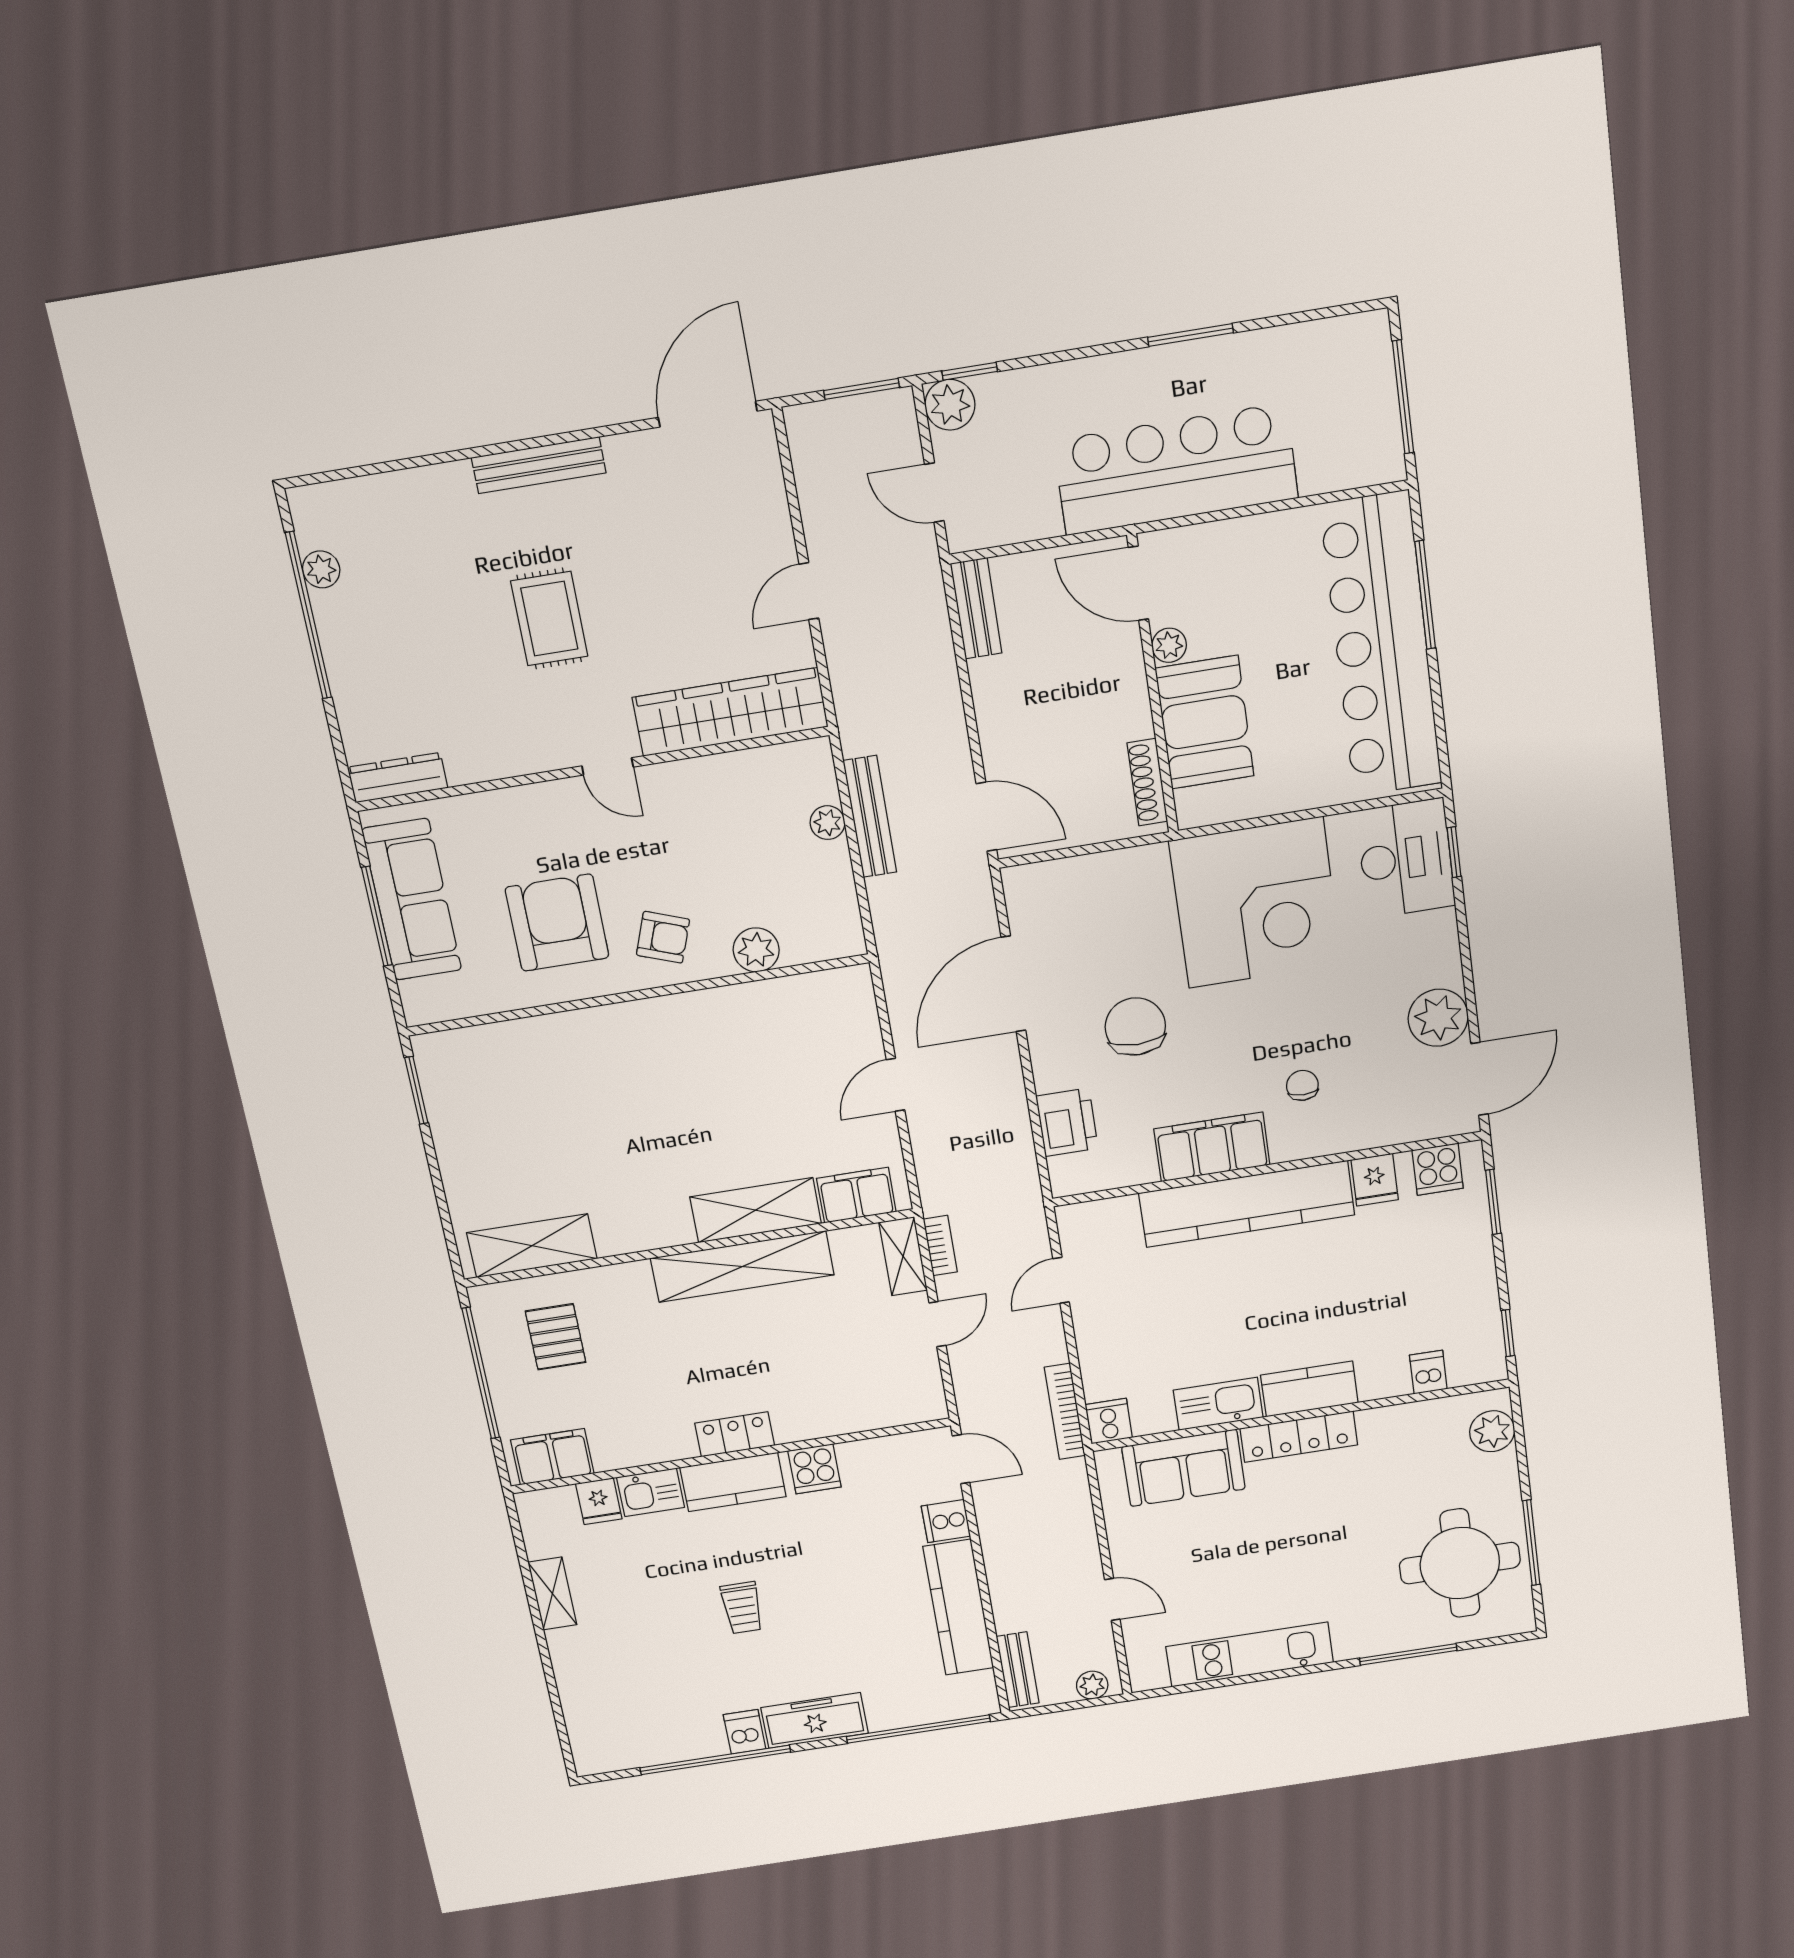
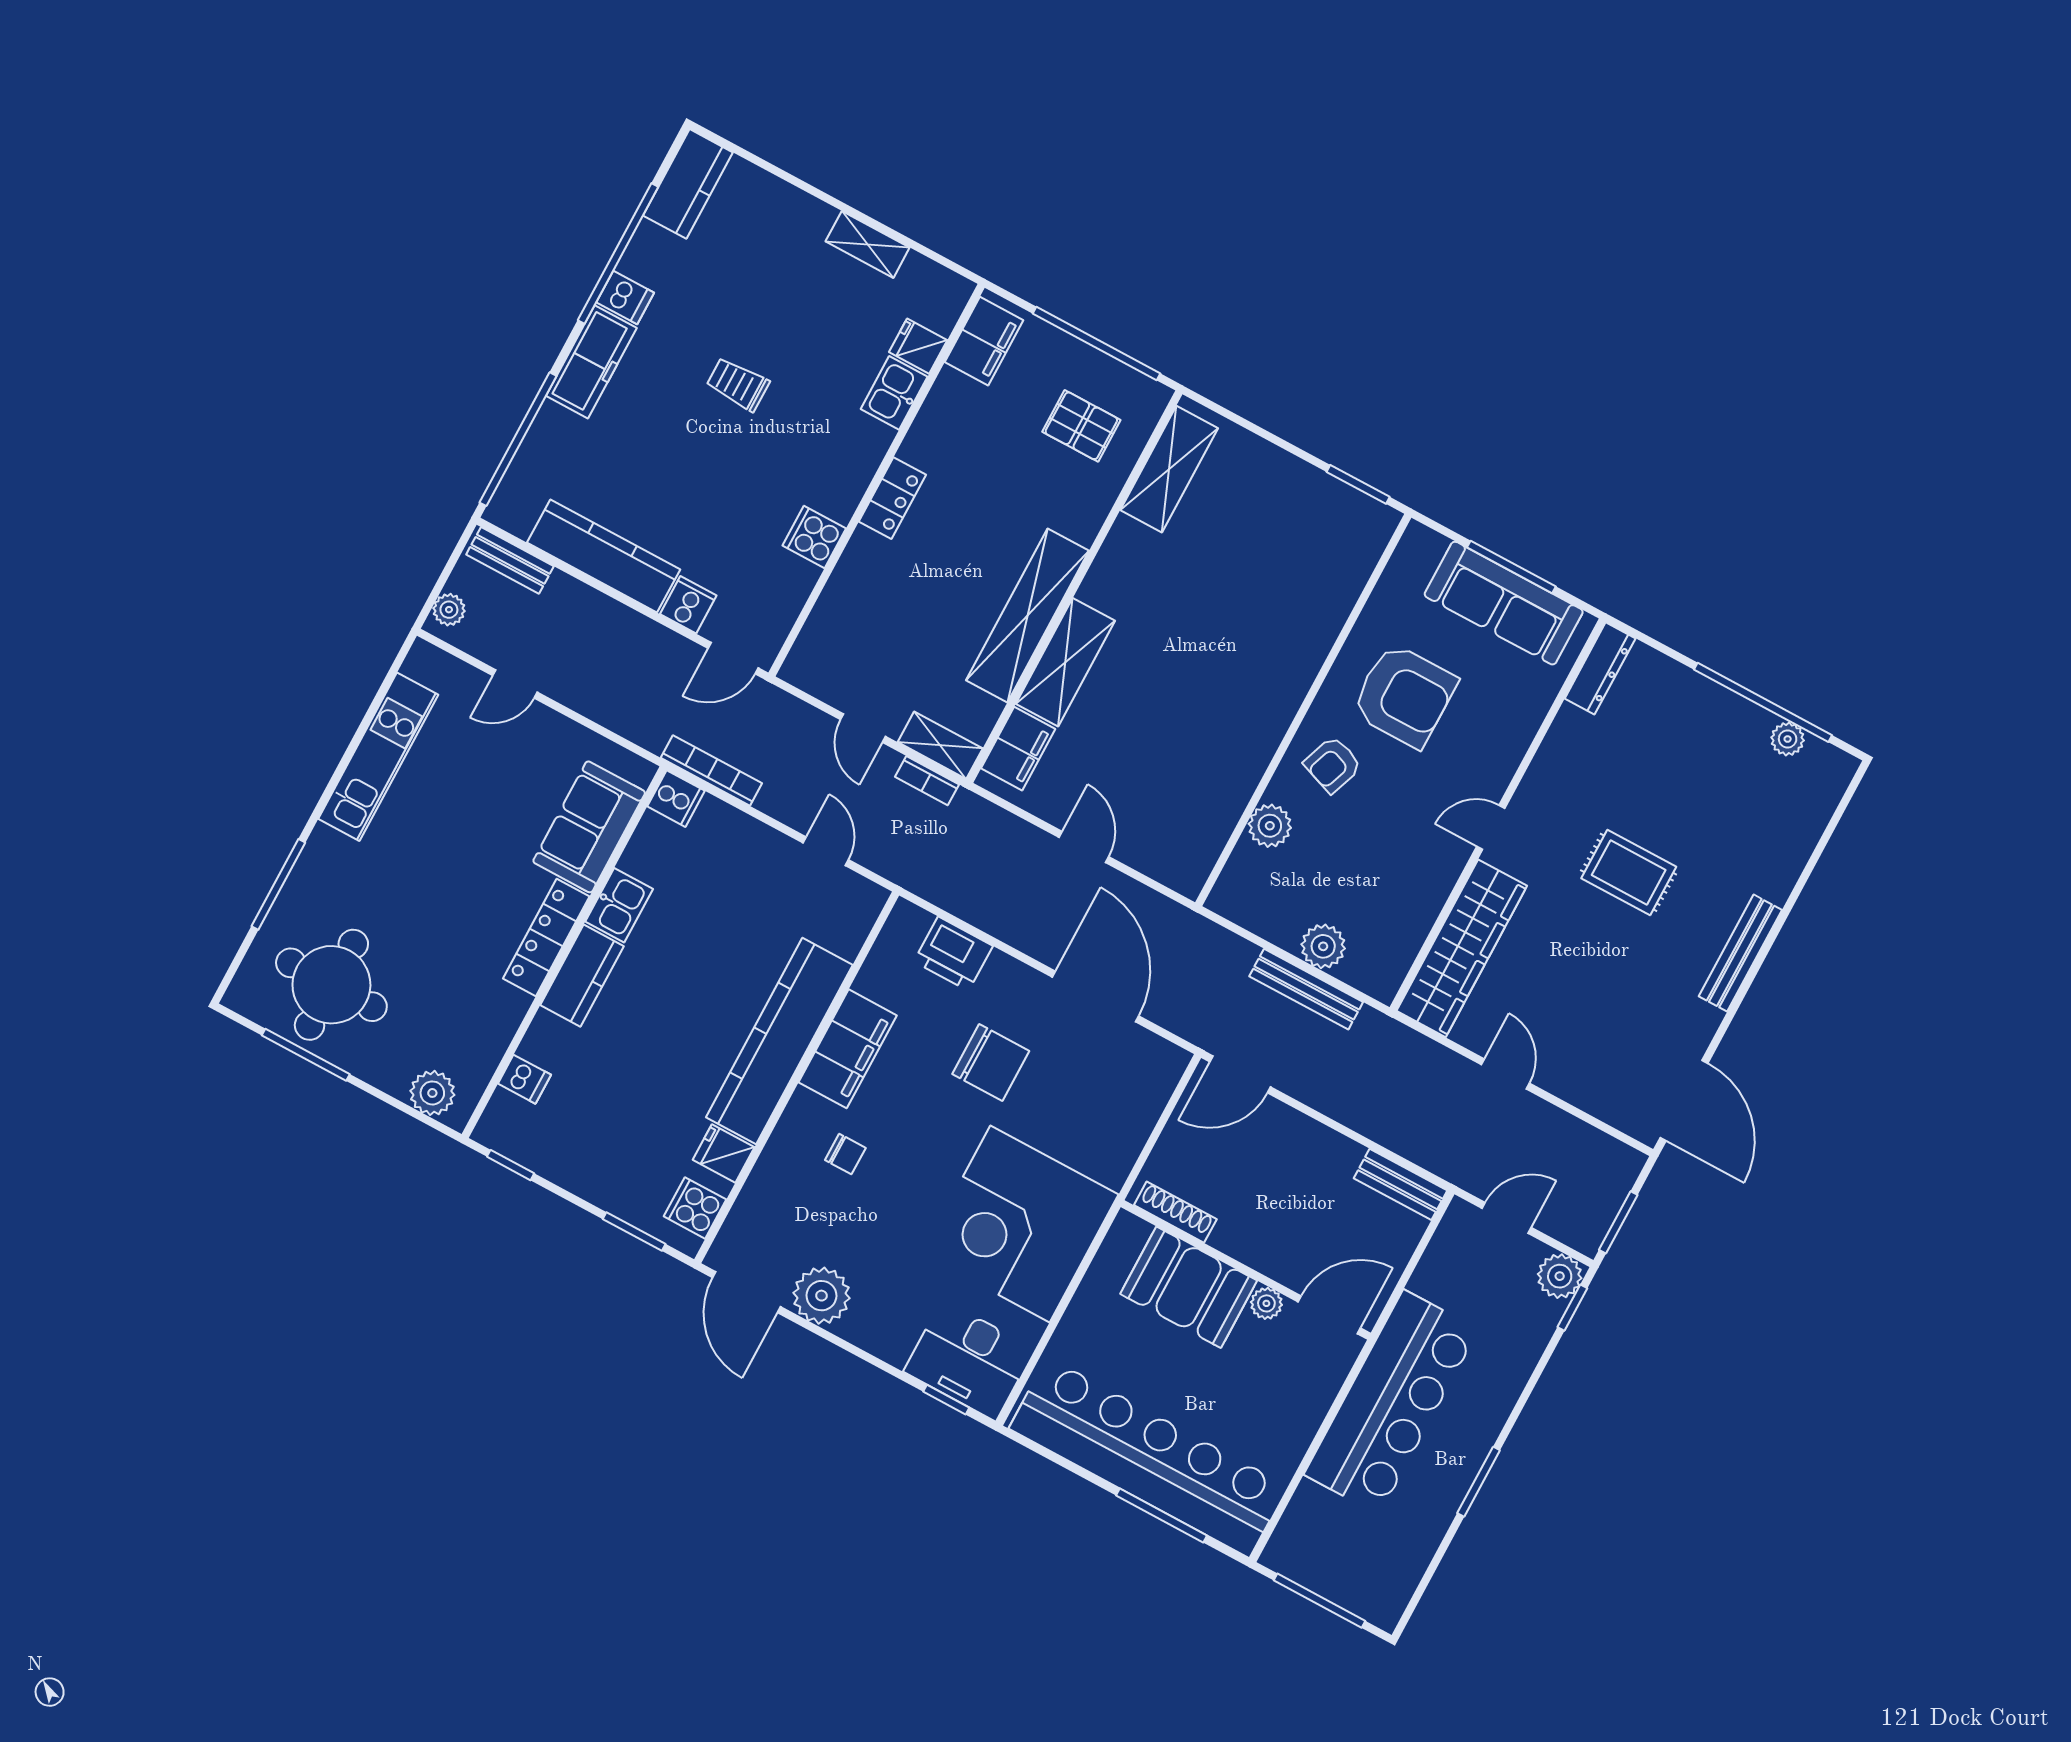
plant: (828, 823) -> (1323, 946), width x1.38, depth x1.38
kitchen sink: (1218, 1404) -> (619, 905), width x0.73
kitchen counter: (733, 1482) -> (688, 184), moved, turned 180

